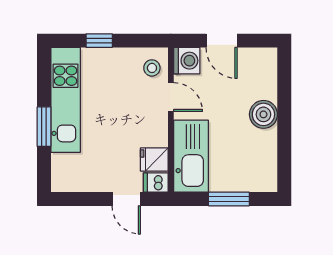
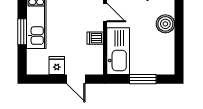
fridge: (154, 160) -> (57, 66), moved, turned 90
dishwasher: (156, 183) -> (95, 38), moved

